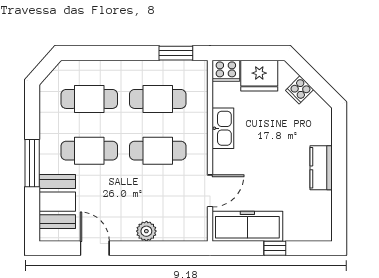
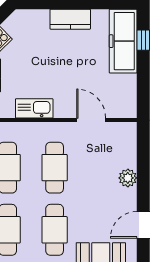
freezer: (247, 226) -> (123, 41), moved
window: (275, 248) -> (143, 40), moved

